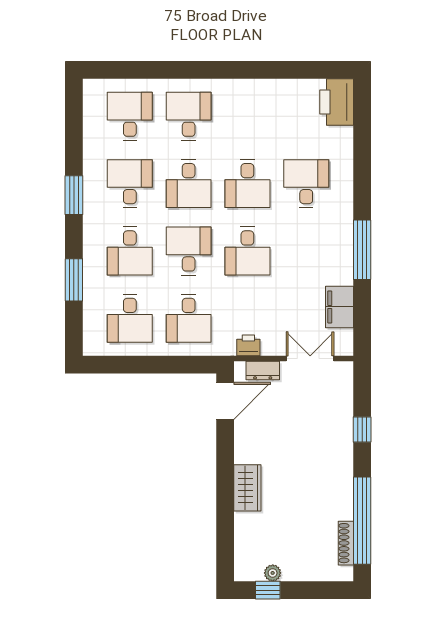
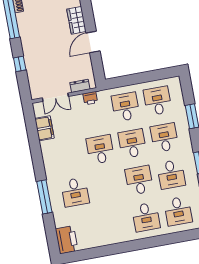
desk: (247, 184) -> (107, 186), removed
window: (362, 250) -> (44, 197), moved
desk: (189, 251) -> (132, 144), turned 180
door: (225, 401) -> (93, 42), moved

